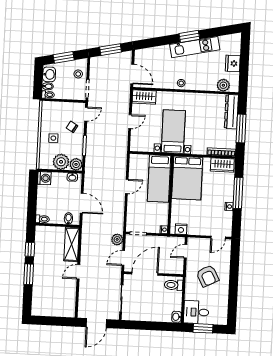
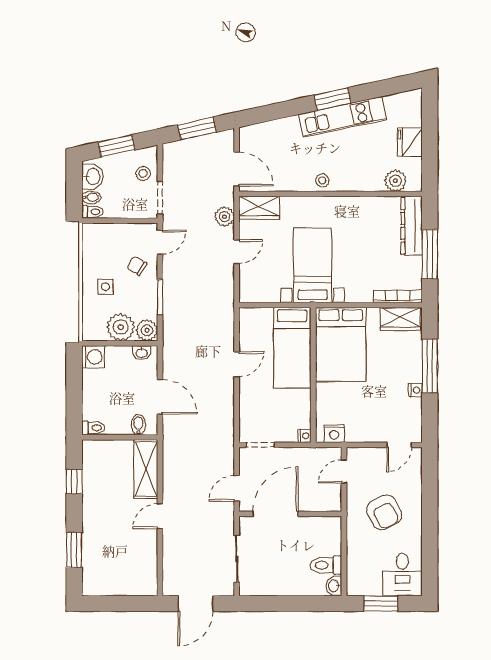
plant: (117, 239) -> (225, 217), moved
window: (29, 274) -> (74, 550), moved
toilet: (174, 285) -> (326, 565), moved
desk: (196, 312) -> (402, 575), moved, turned -90

